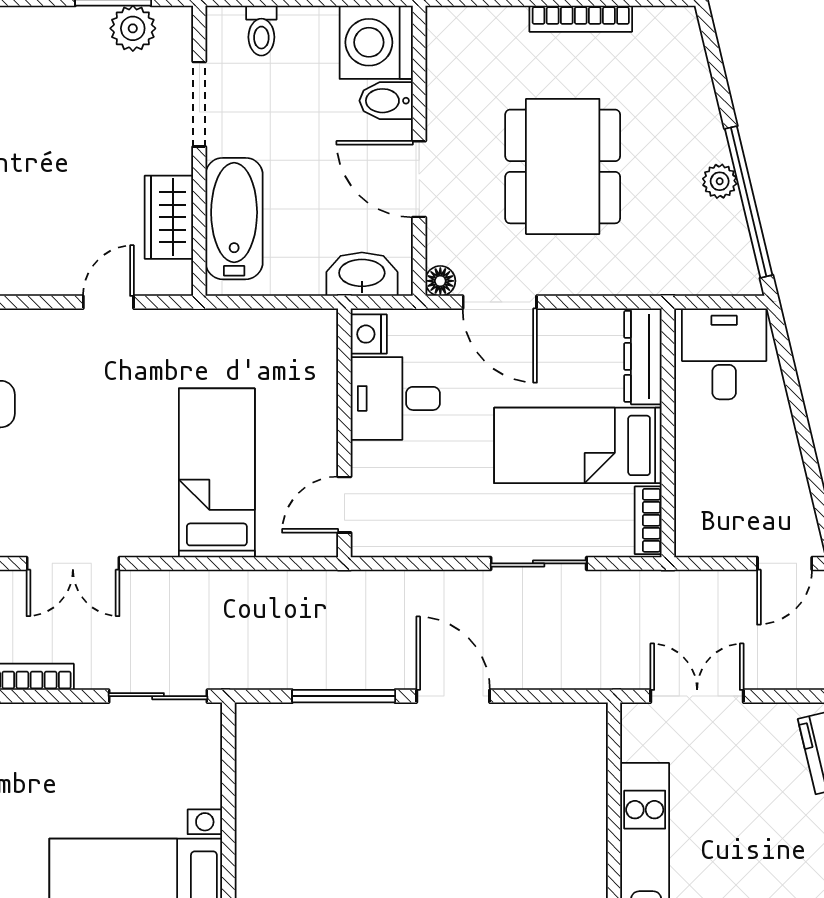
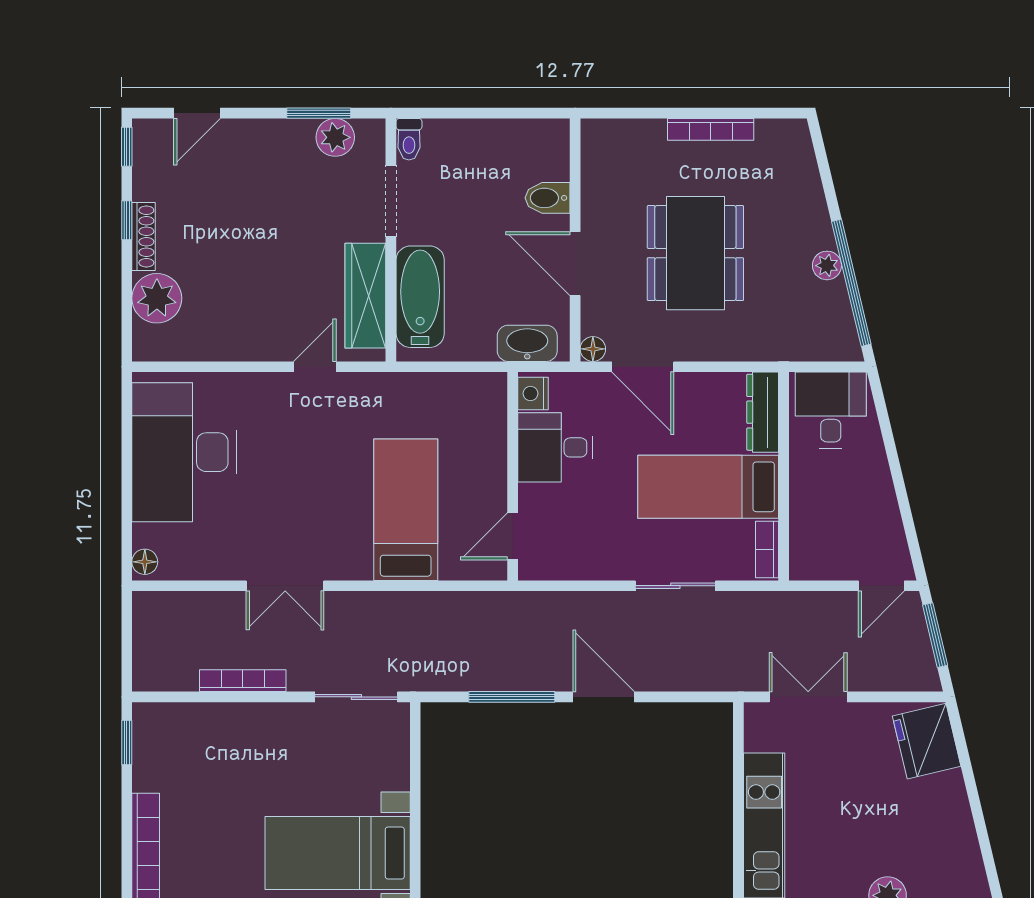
toilet: (261, 31) -> (409, 139), moved
washing machine: (376, 42) -> (539, 149), removed
wardrobe: (169, 217) -> (365, 296), width x1.50

